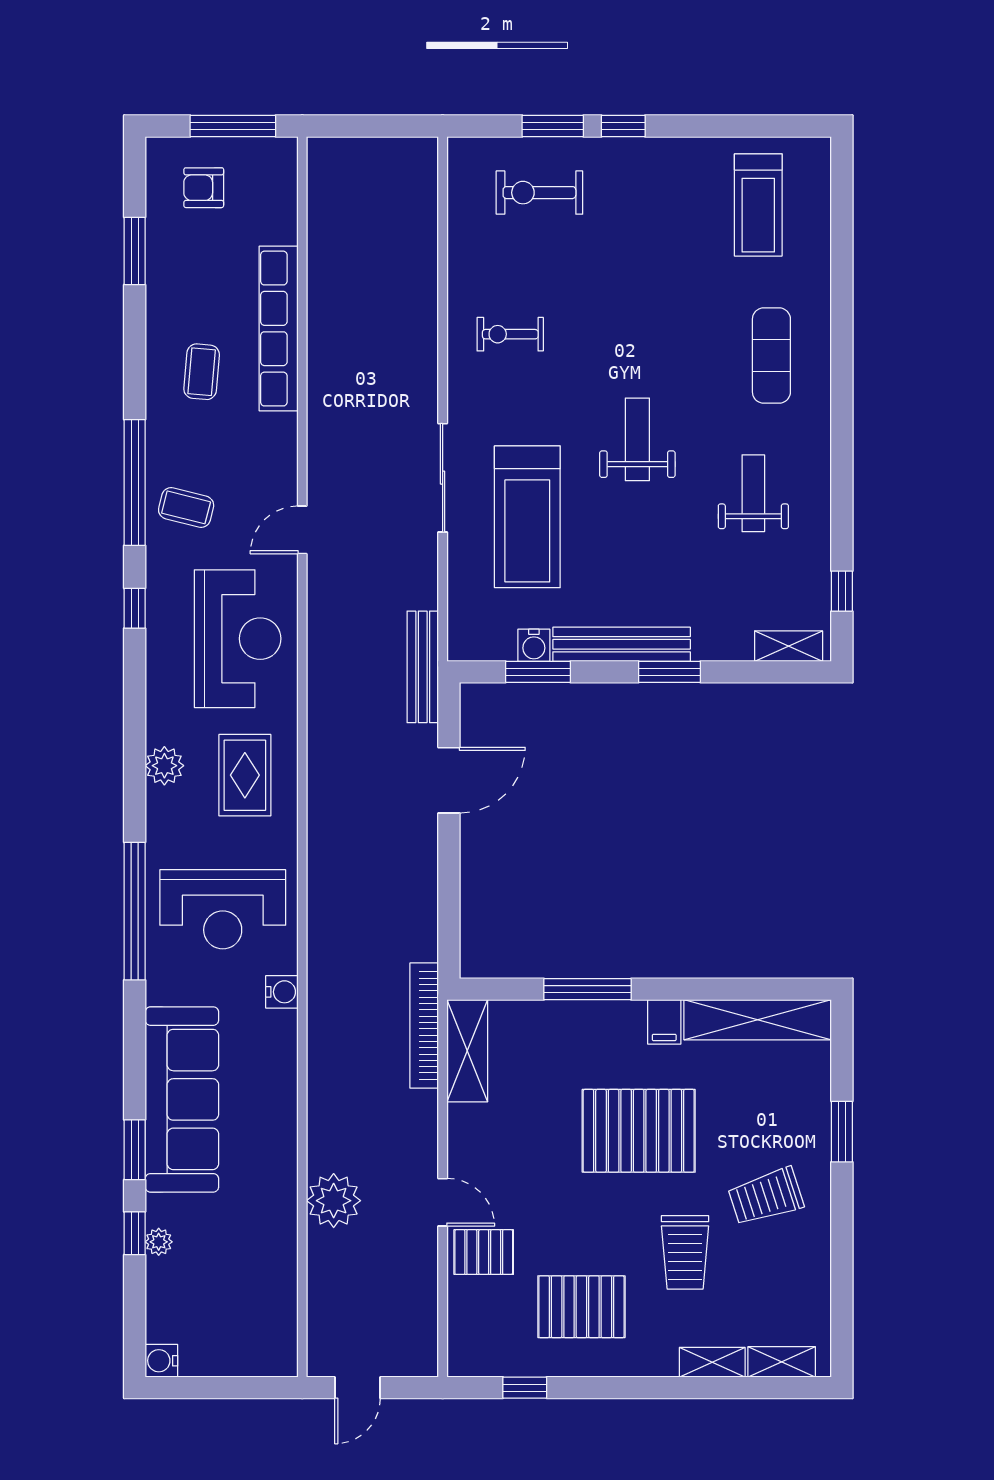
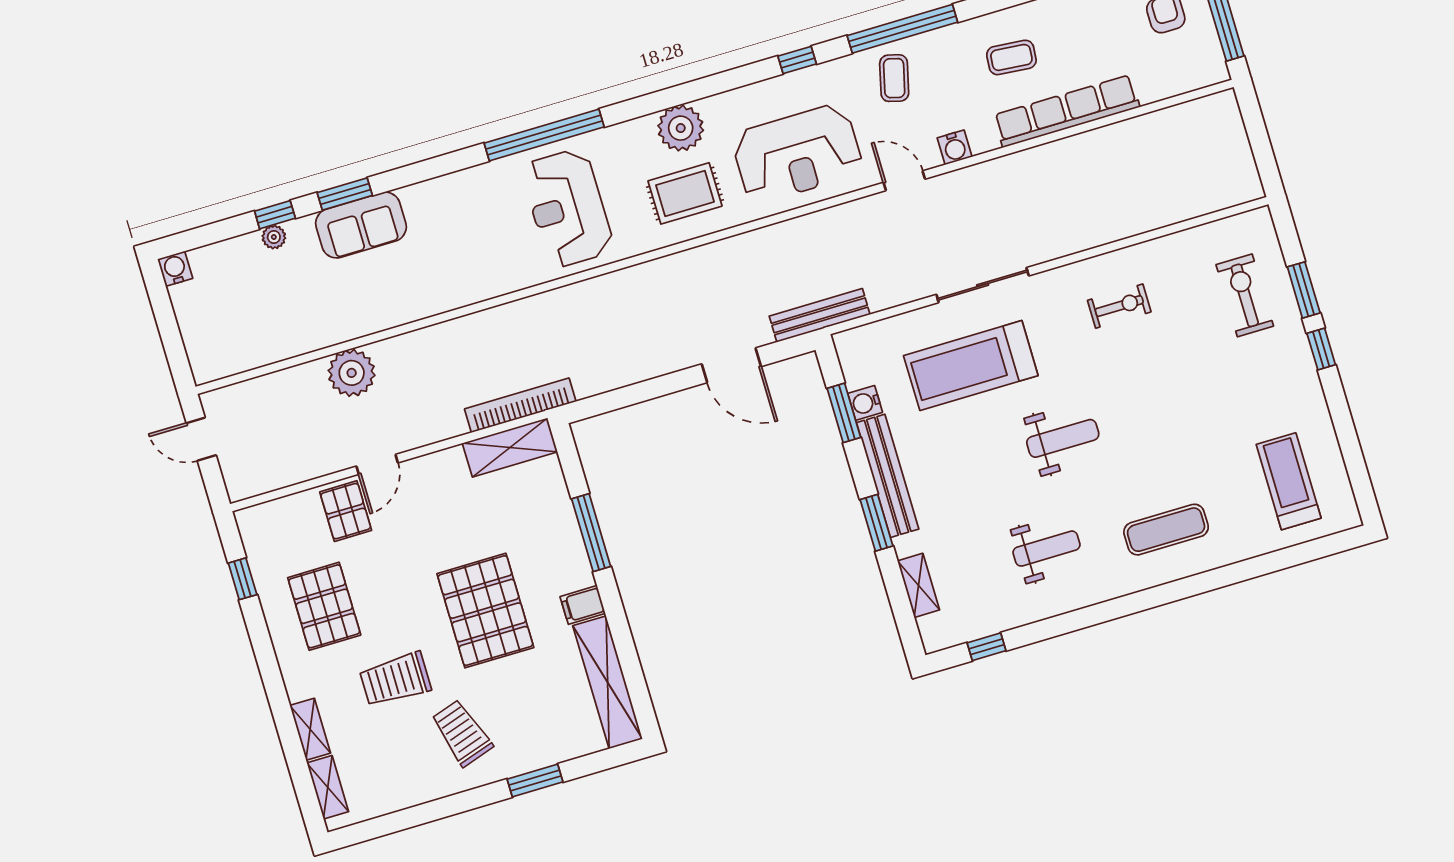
treadmill: (758, 205) -> (1289, 481), turned 90
exercise bike: (510, 334) -> (1119, 306), turned 90
shelving: (789, 646) -> (918, 585), moved
plant: (164, 766) -> (681, 128), width x1.36, depth x1.36
water cooler: (282, 992) -> (955, 147), moved
sofa: (182, 1099) -> (361, 225), width x0.54, depth x0.79

